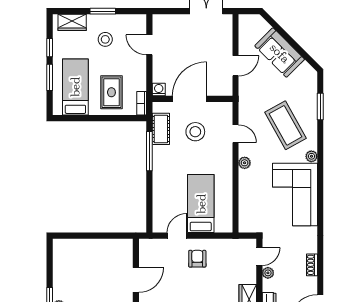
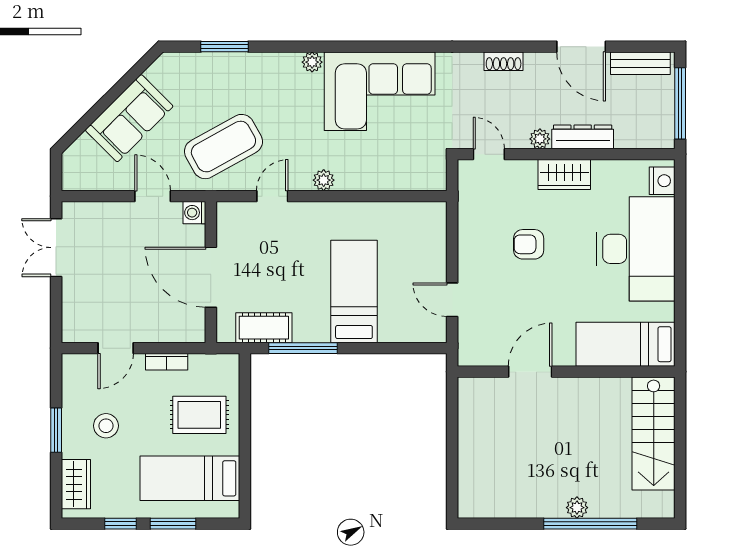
washing machine: (159, 89) -> (194, 213), moved
bookcase: (142, 103) -> (167, 362), moved
coffee table: (285, 125) -> (223, 147), moved
stool: (195, 132) -> (269, 267), removed
bed: (201, 204) -> (354, 291), moved, turned 90
armchair: (197, 259) -> (529, 244), moved
plant: (268, 273) -> (540, 139), moved
door: (136, 280) -> (530, 372), hinge flipped

